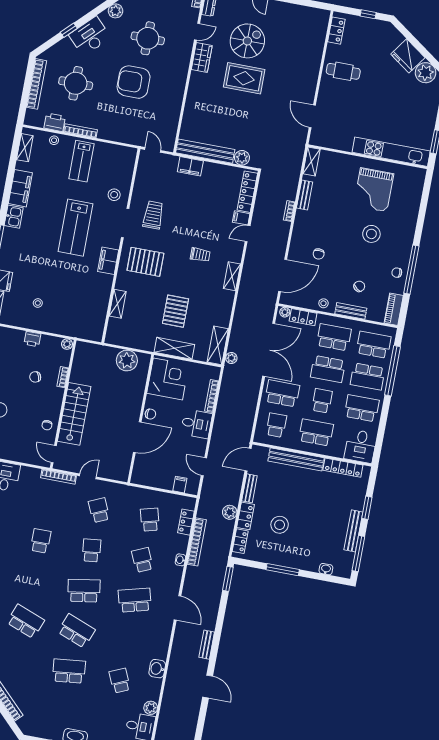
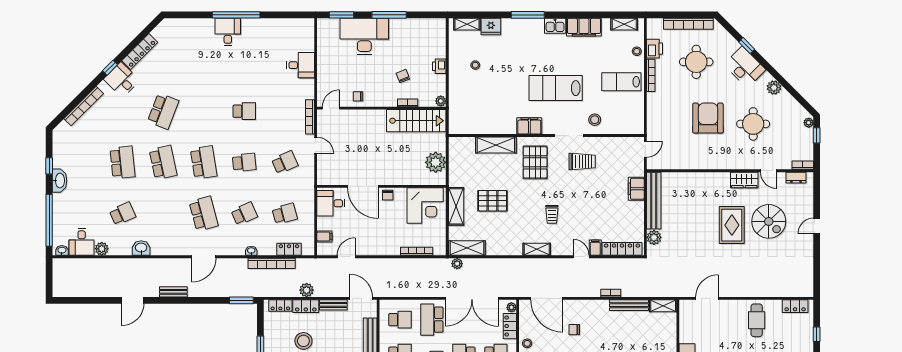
bench: (305, 195) -> (629, 305), width x1.36
shelving: (118, 304) -> (496, 145), width x1.50, depth x1.33
school desk: (282, 393) -> (432, 320), turned 180
stairs: (74, 414) -> (416, 121), moved
desk: (196, 424) -> (331, 203), moved, turned 90
school desk: (76, 631) -> (163, 162), turned -33

